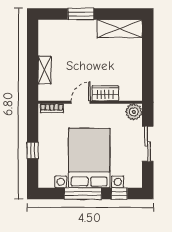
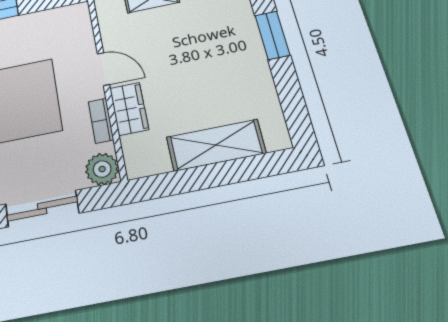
shelving: (120, 29) -> (216, 145), moved, turned 90
bookcase: (52, 108) -> (101, 121), moved

